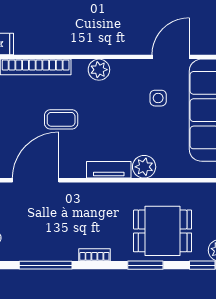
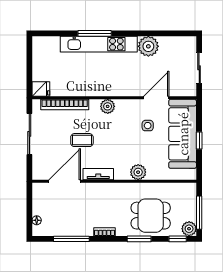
tv unit: (109, 170) -> (98, 174), moved

